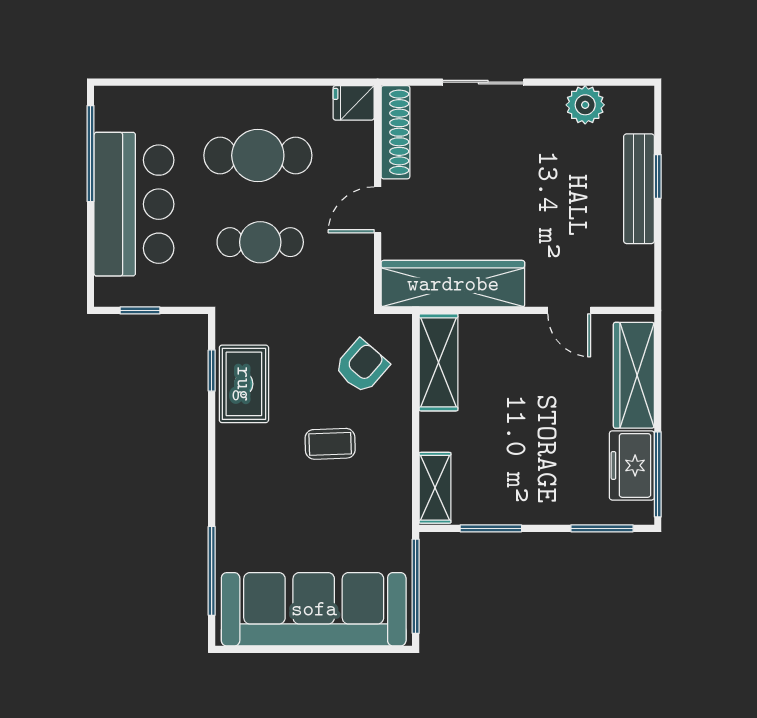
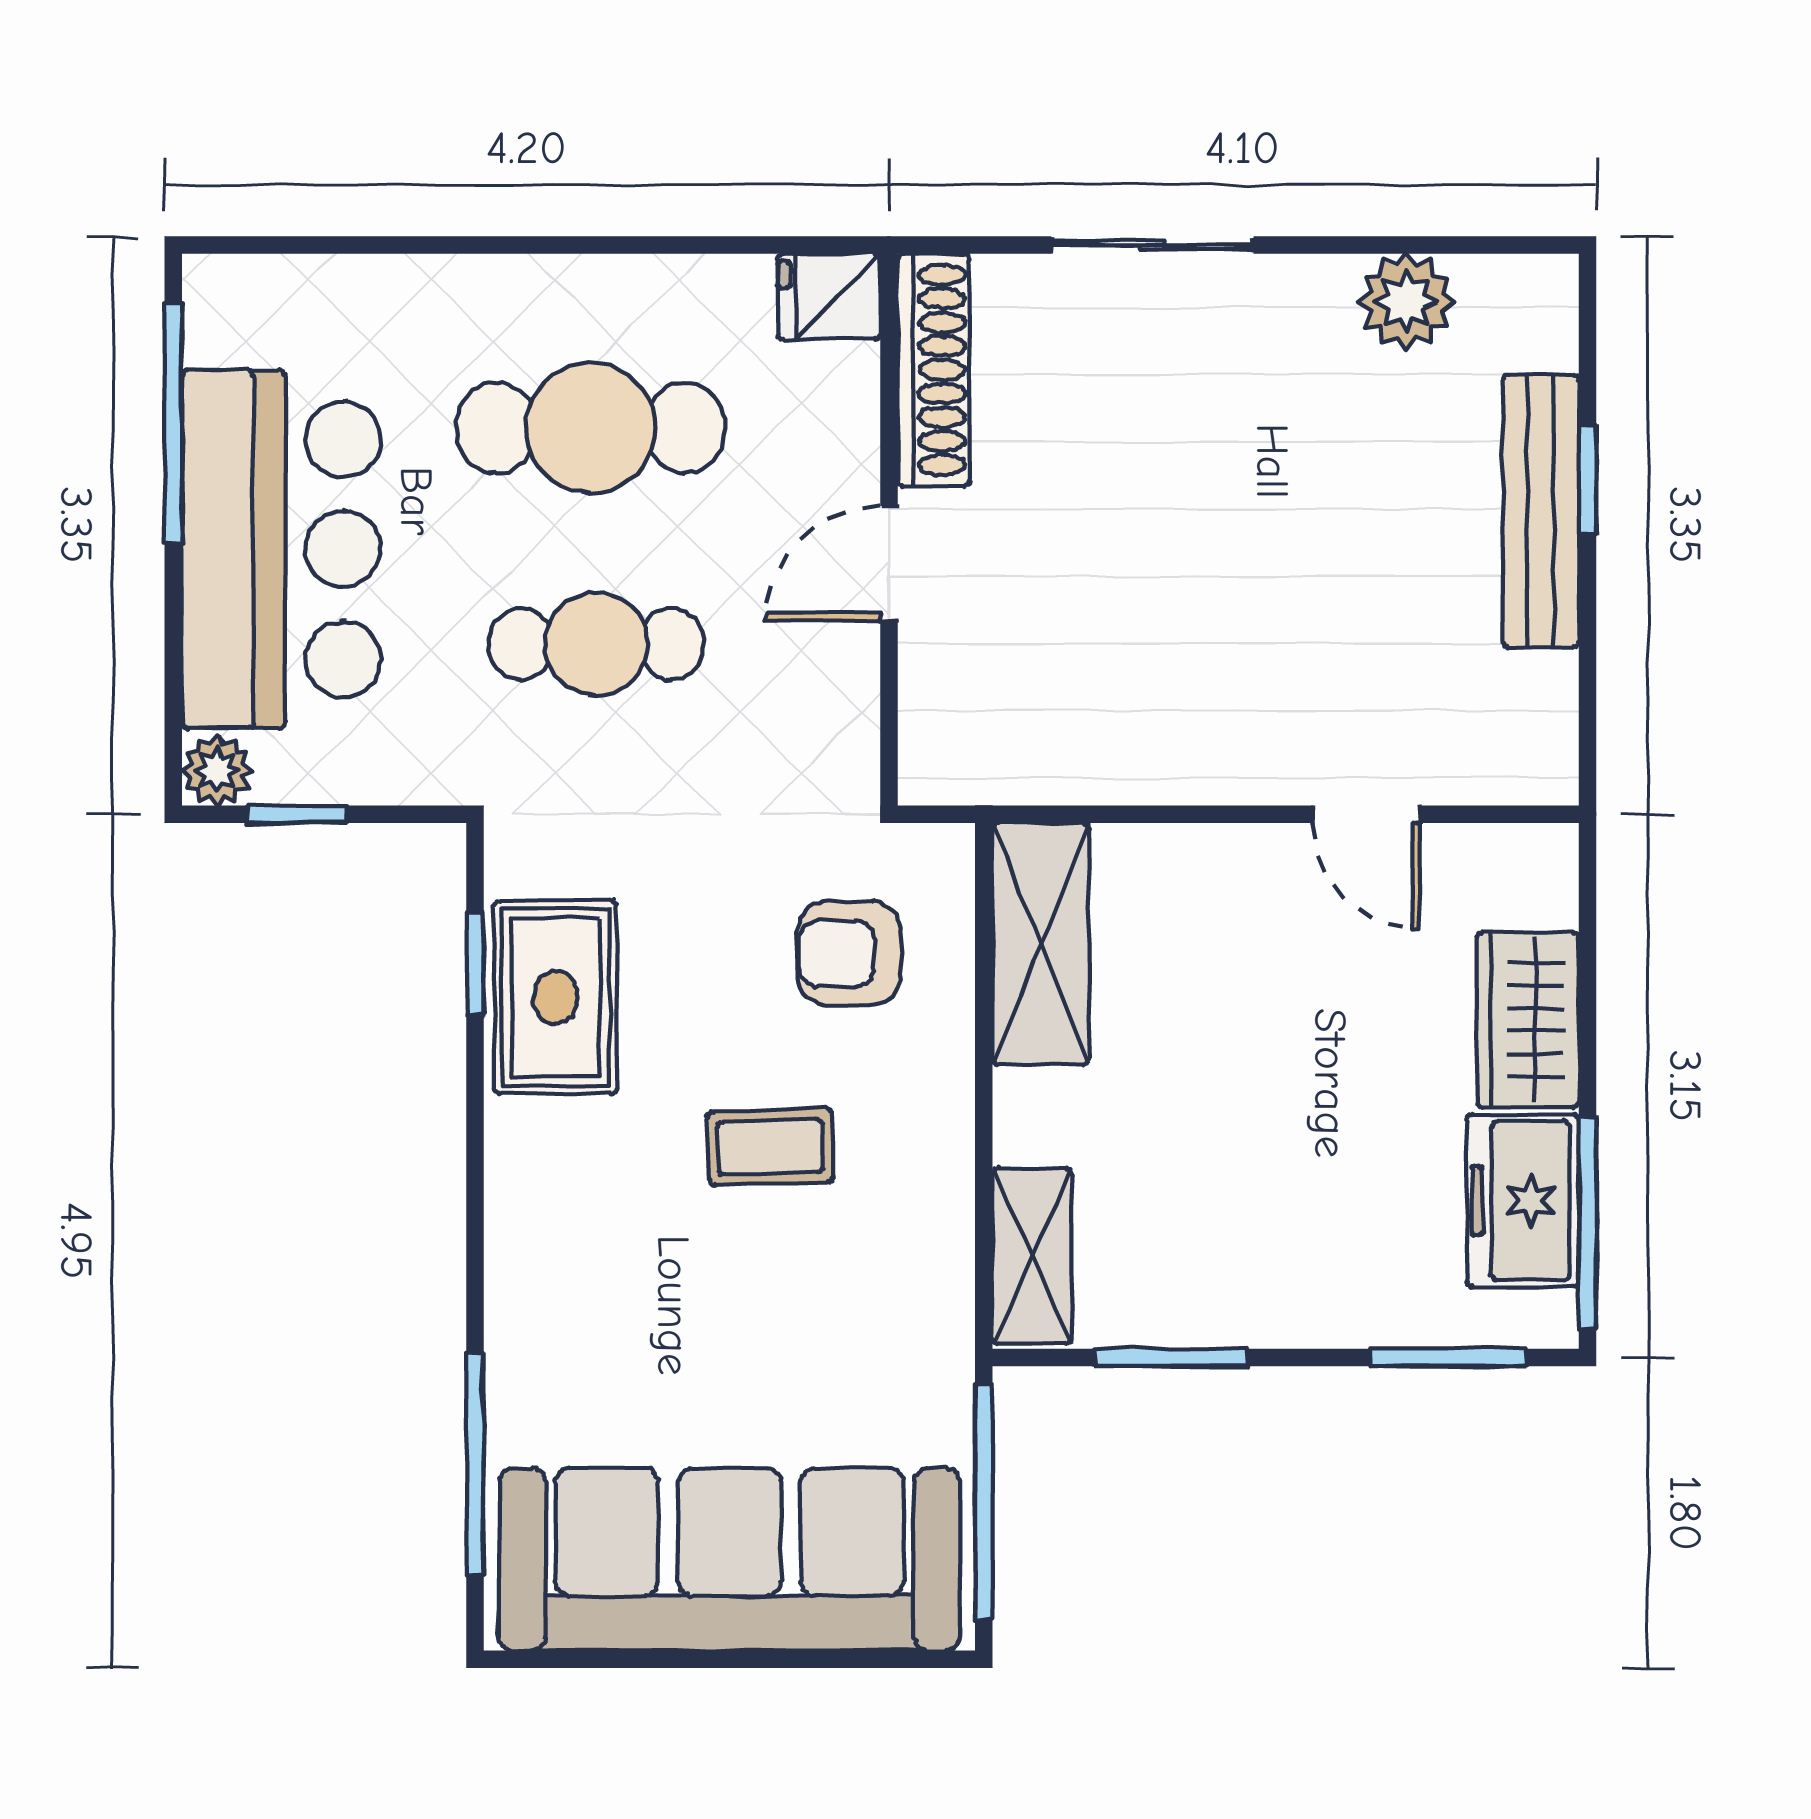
wardrobe: (453, 284) -> (1077, 748), removed
plant: (108, 293) -> (217, 770), added
armchair: (362, 366) -> (849, 953), turned -131
wardrobe: (634, 375) -> (1528, 1020), width x0.67

